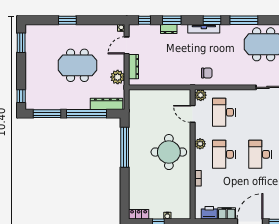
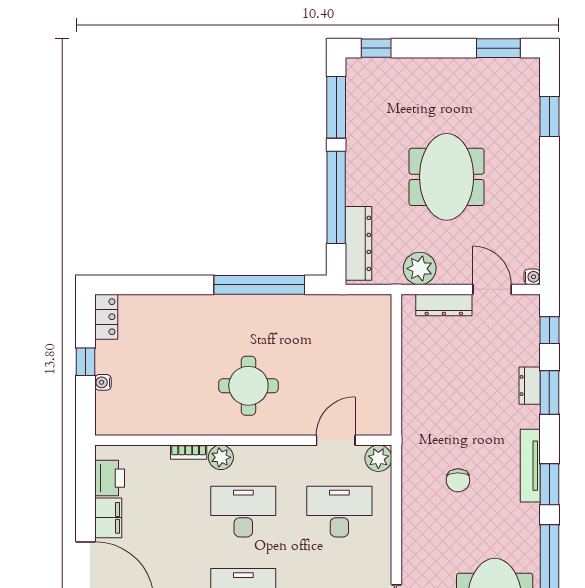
window: (67, 20) -> (549, 116), moved
chair: (207, 73) -> (458, 480), moved
plant: (200, 144) -> (221, 457), moved
round table: (169, 152) -> (248, 386), width x0.73, depth x0.73

